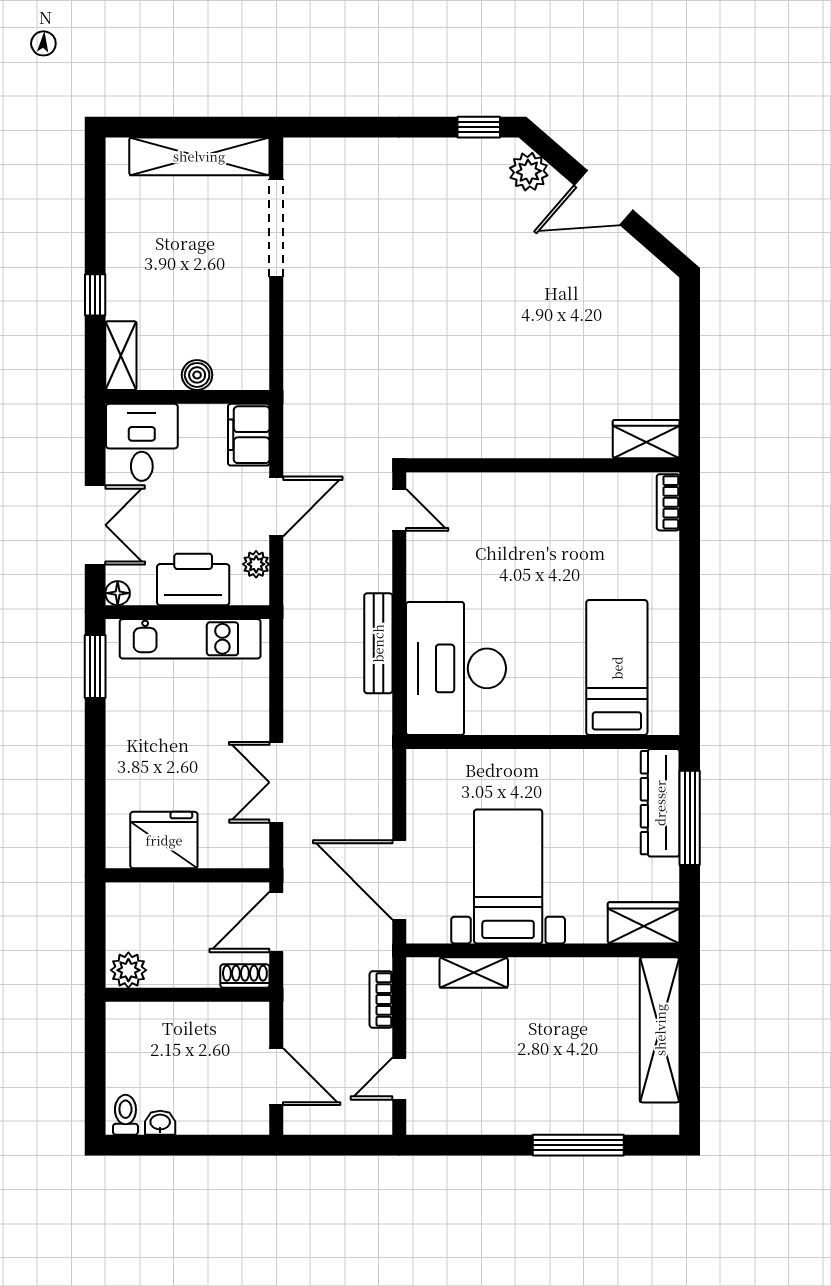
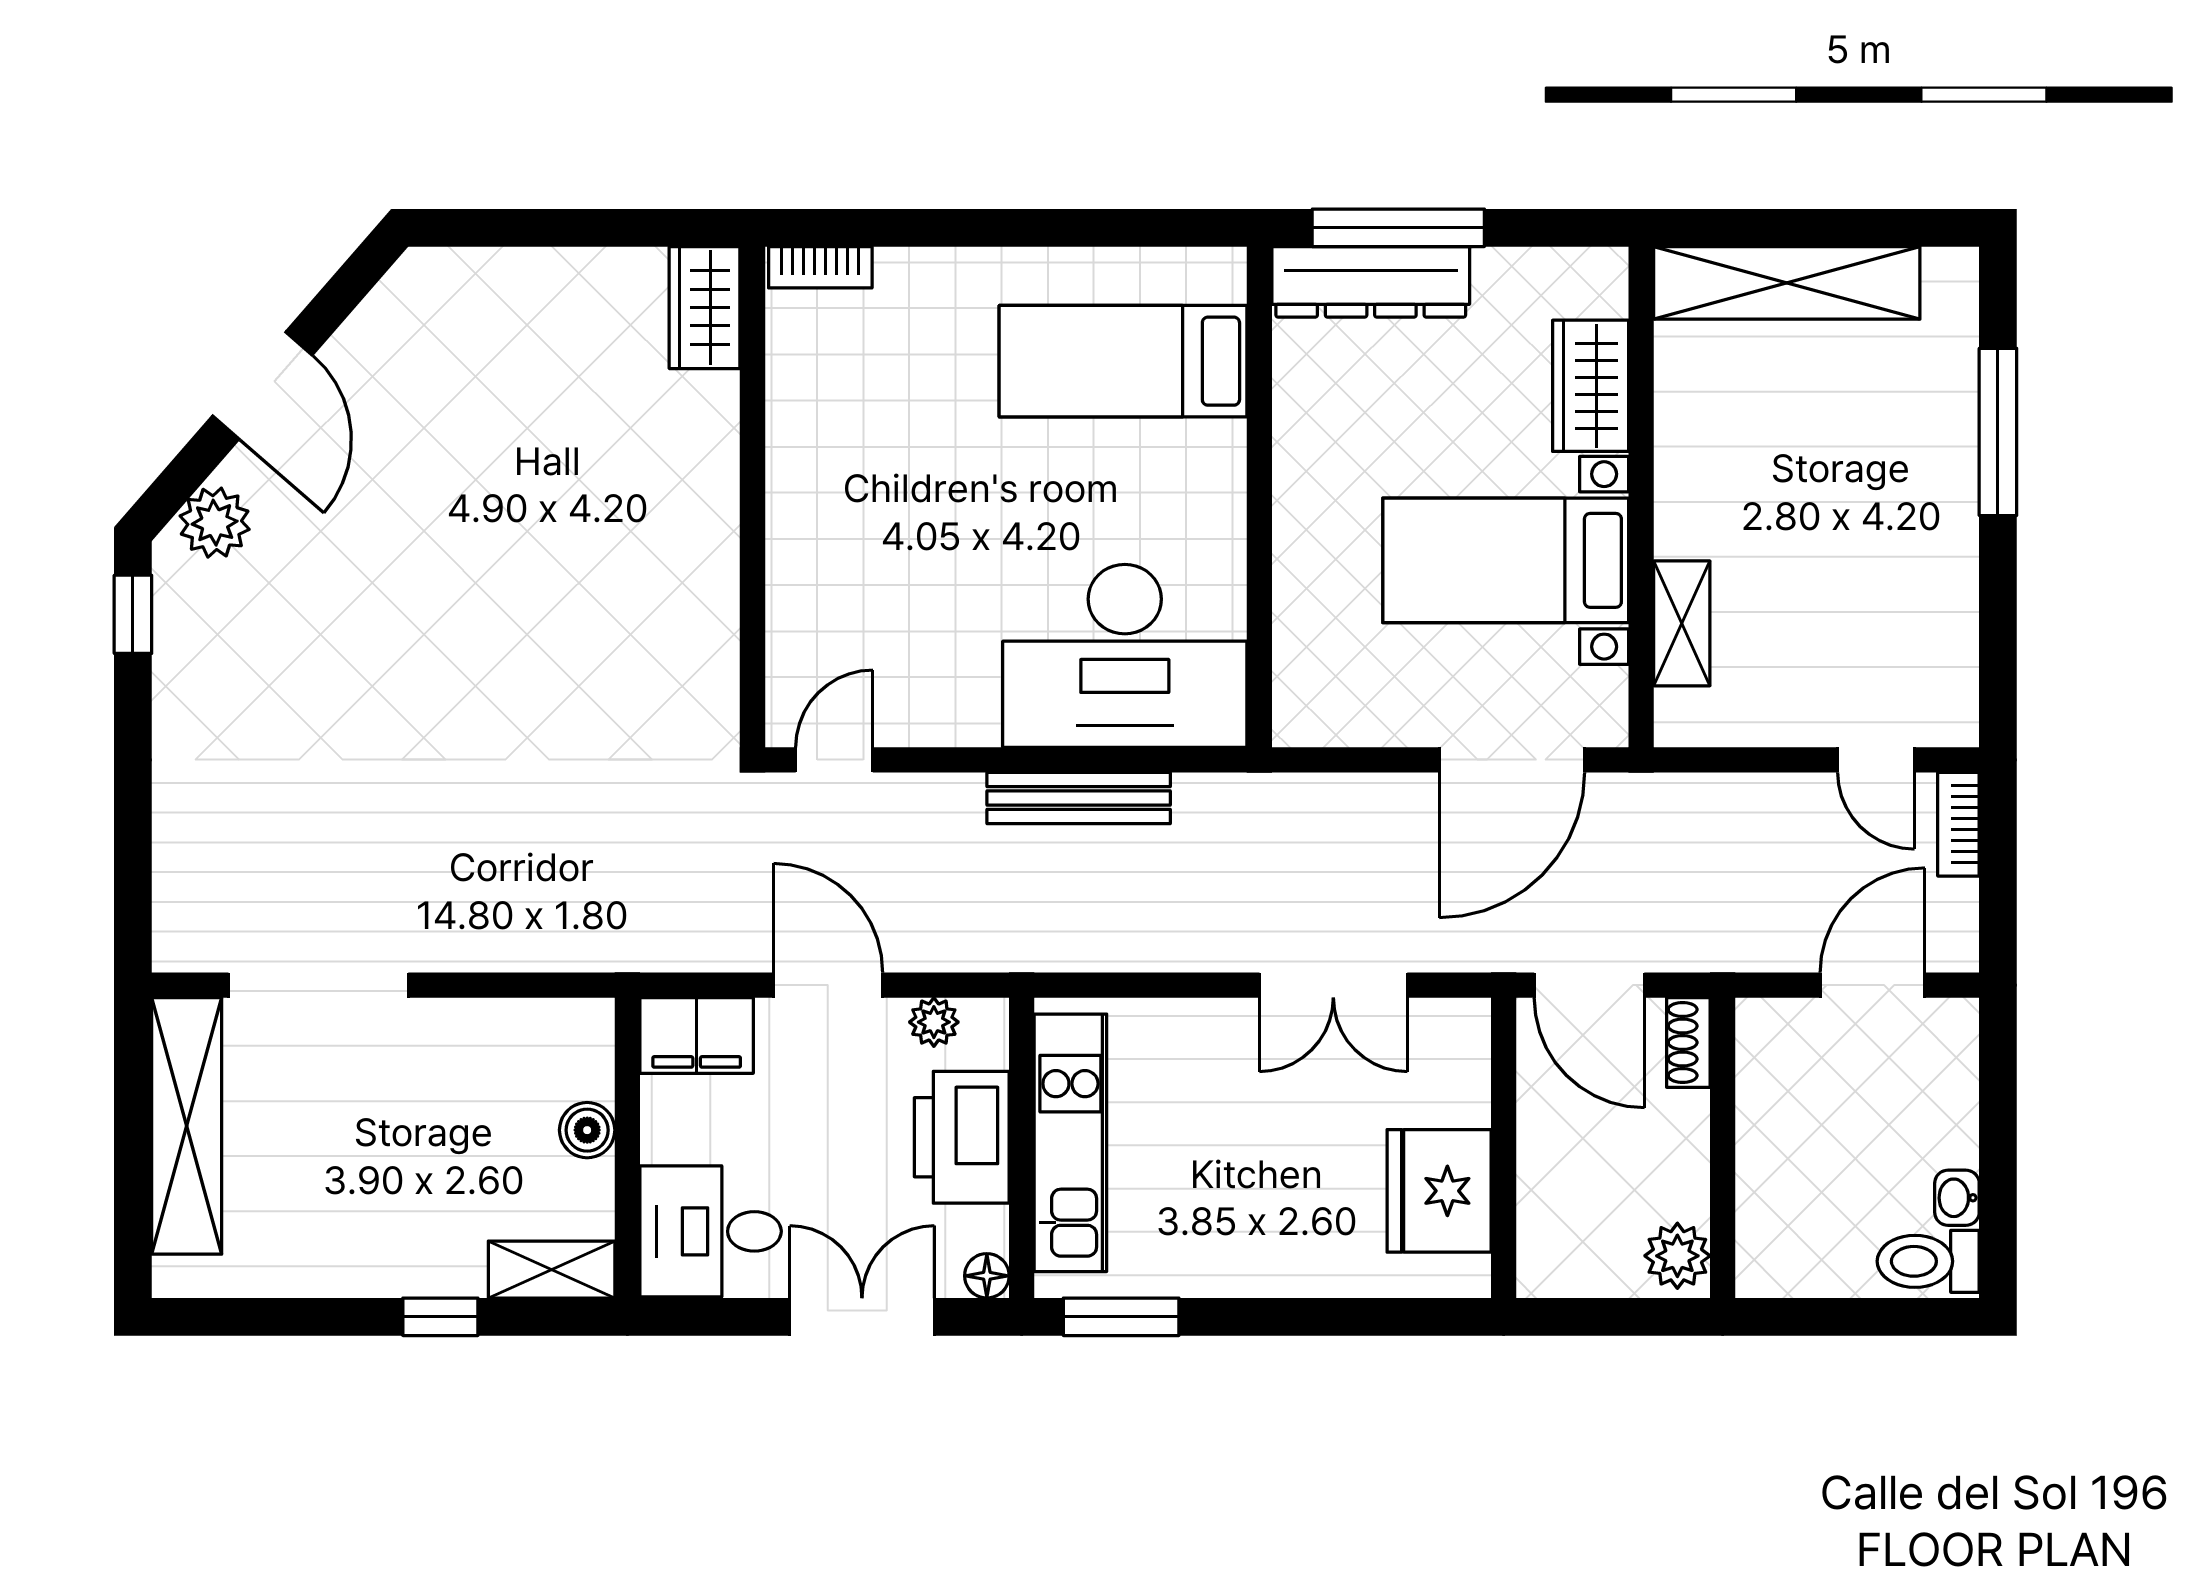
wardrobe: (644, 923) -> (1591, 386), moved
bookcase: (381, 999) -> (1958, 824), moved, turned 90
toilet: (125, 1115) -> (1928, 1261), width x1.37, depth x1.39

